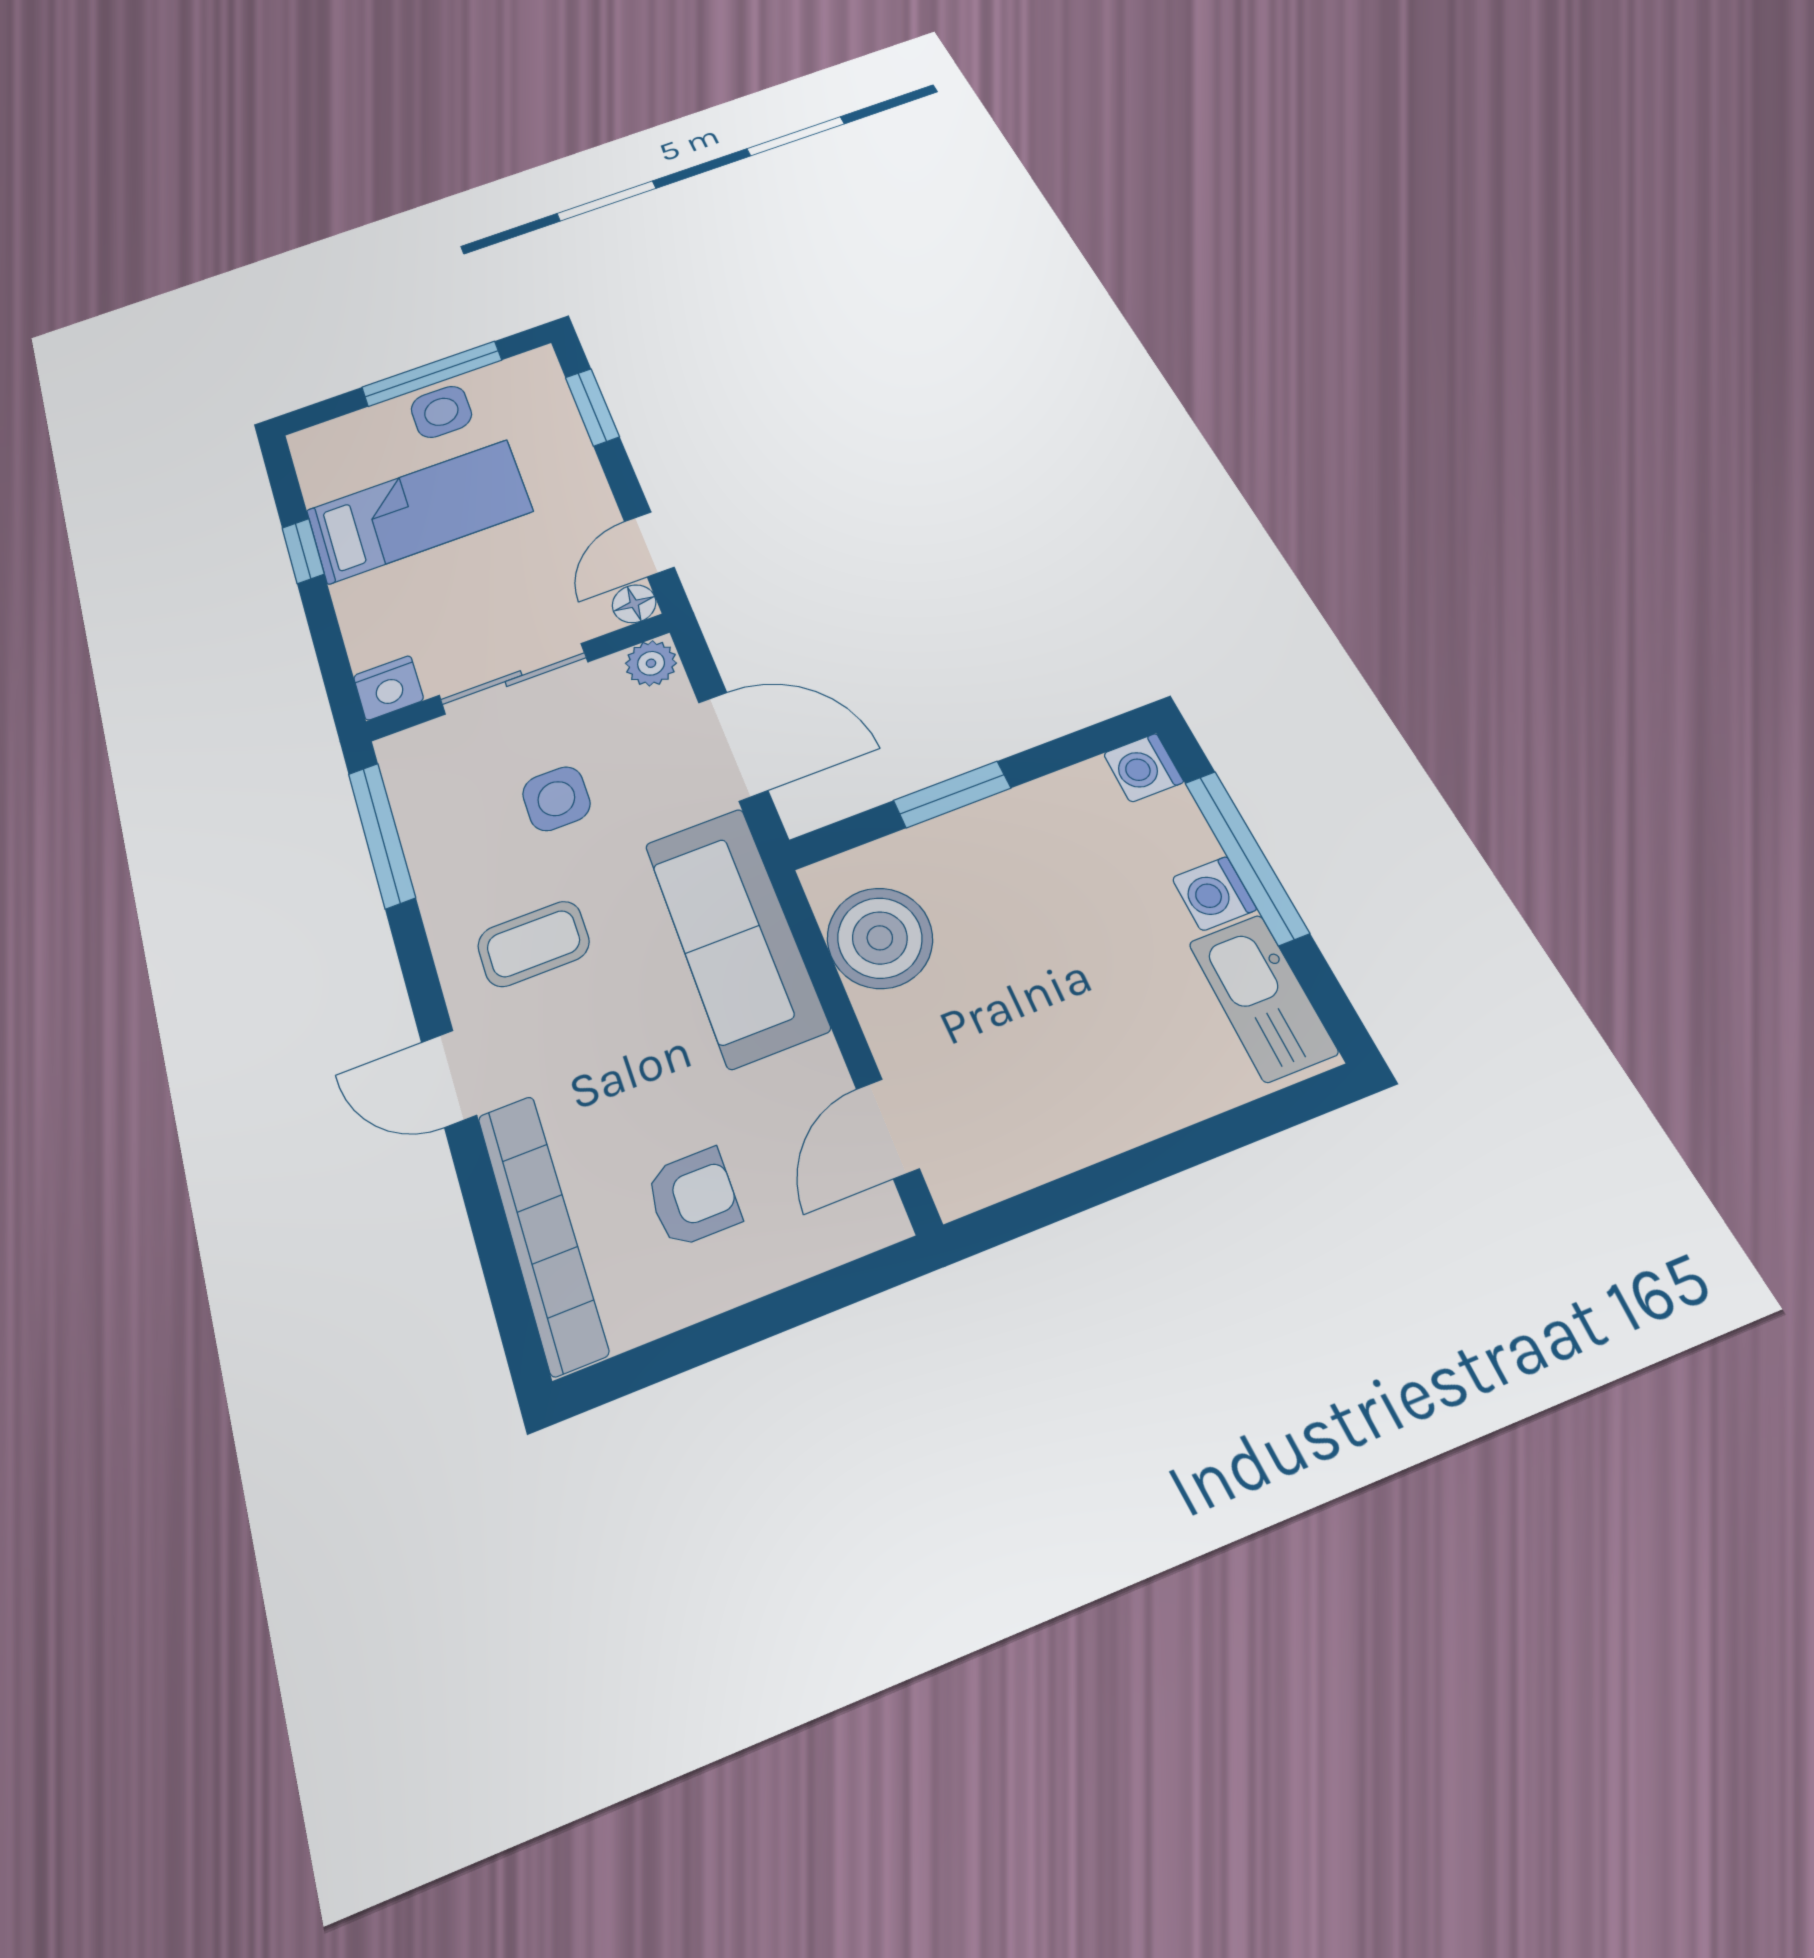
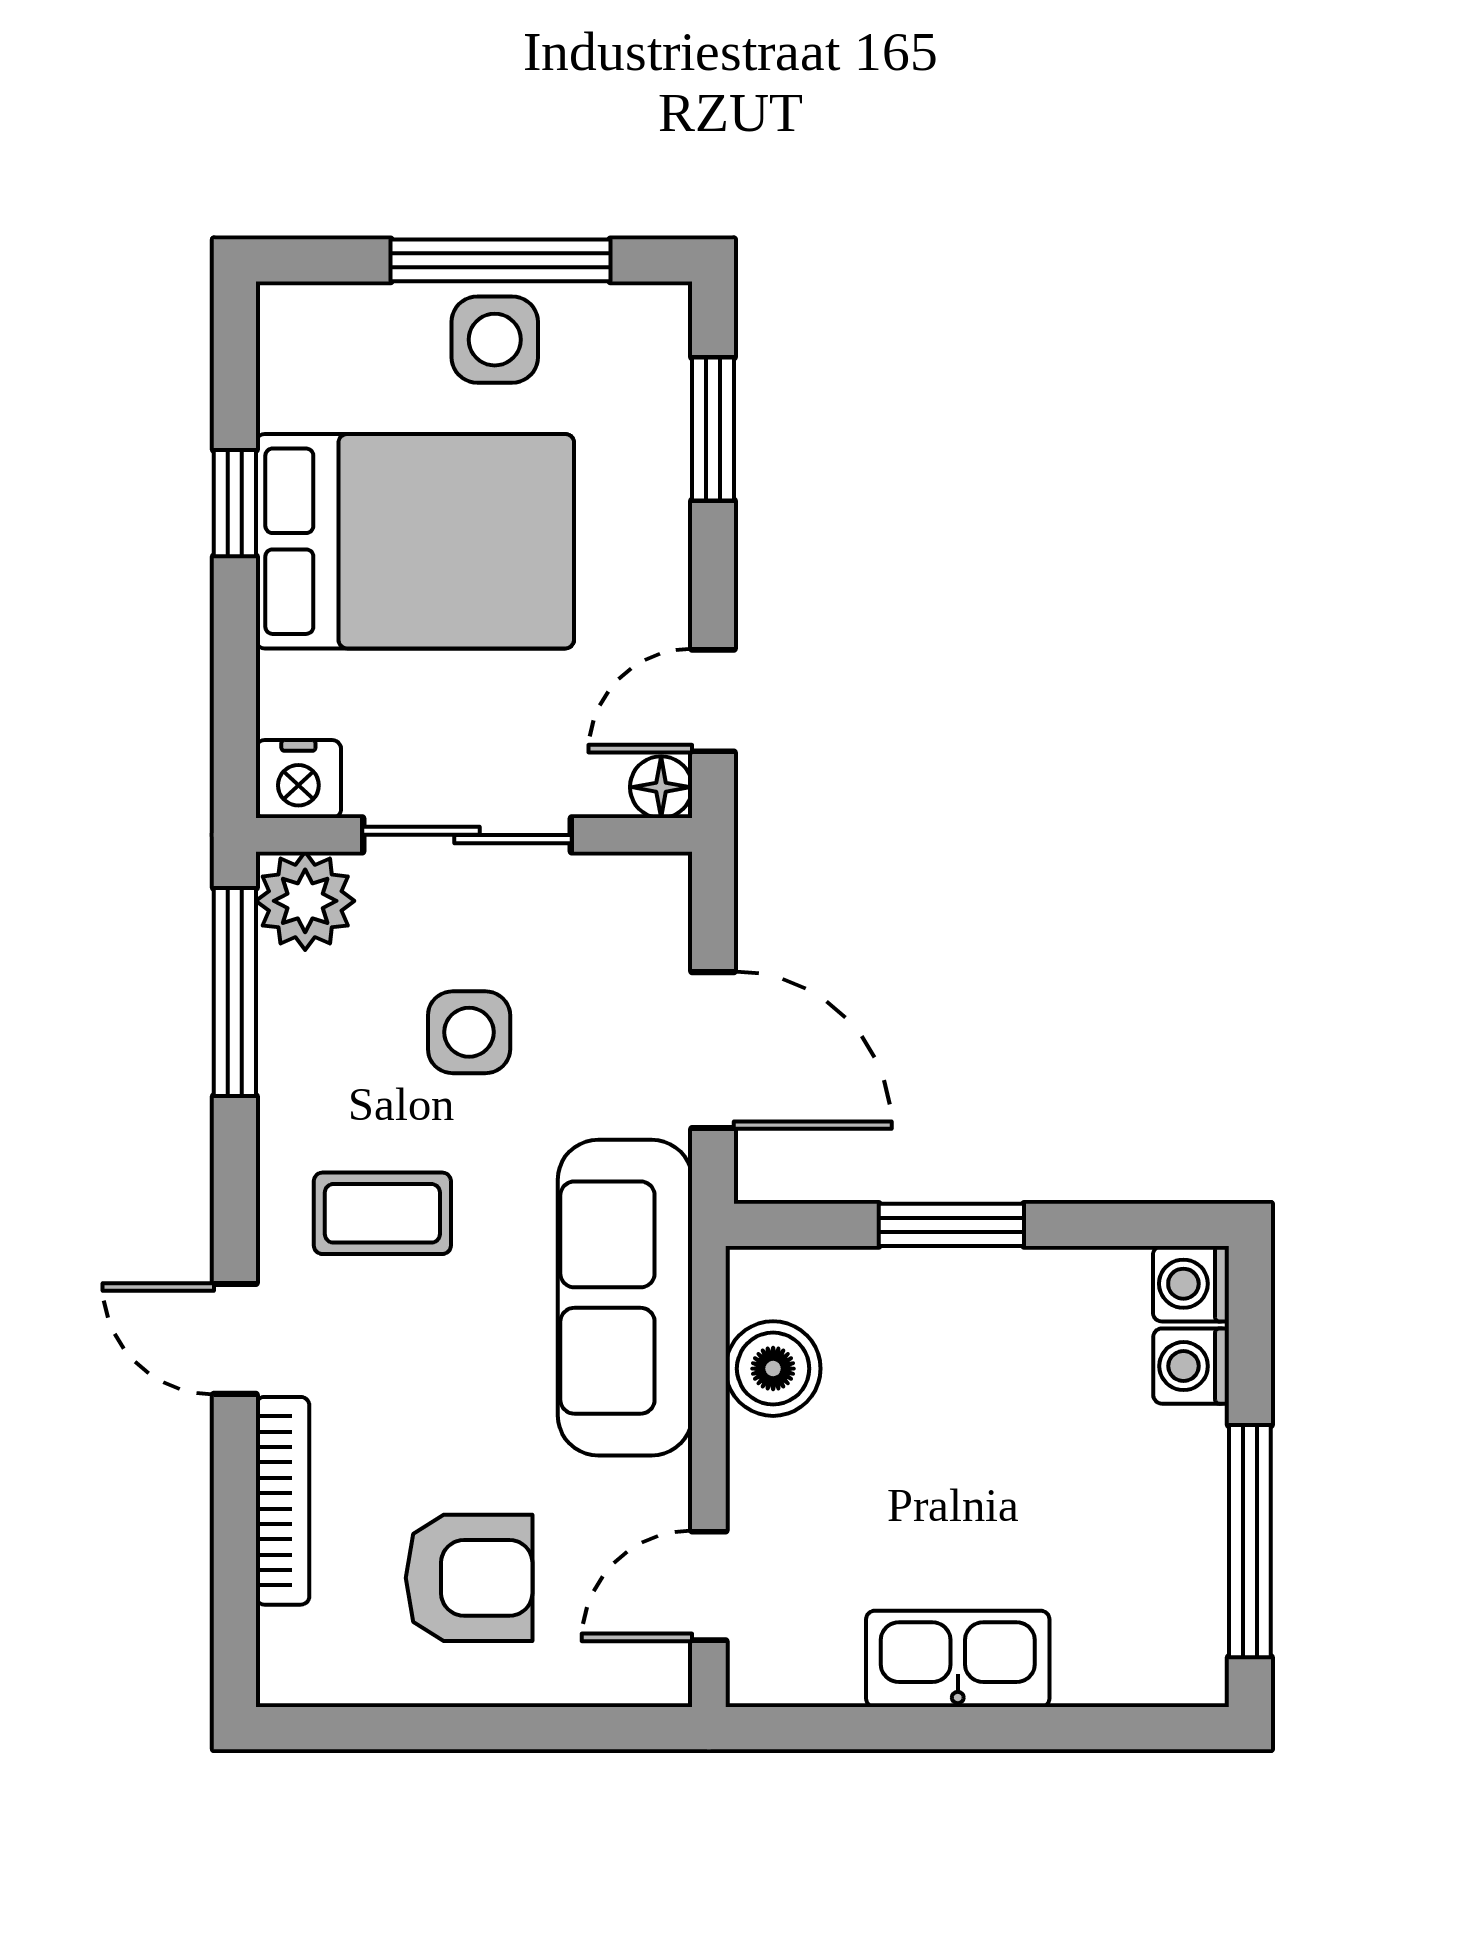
bed: (419, 511) -> (415, 541), width x1.50
plant: (651, 663) -> (305, 901), moved, width x1.38, depth x1.38
window: (1246, 856) -> (1250, 1541), moved
washing machine: (1214, 894) -> (1191, 1366), moved
boiler: (880, 938) -> (773, 1369), width x0.73, depth x0.73
kitchen sink: (1263, 997) -> (958, 1659), moved, turned 90
armchair: (693, 1197) -> (469, 1578), width x1.38, depth x1.38
bookcase: (542, 1231) -> (283, 1501), width x0.68, depth x0.76

